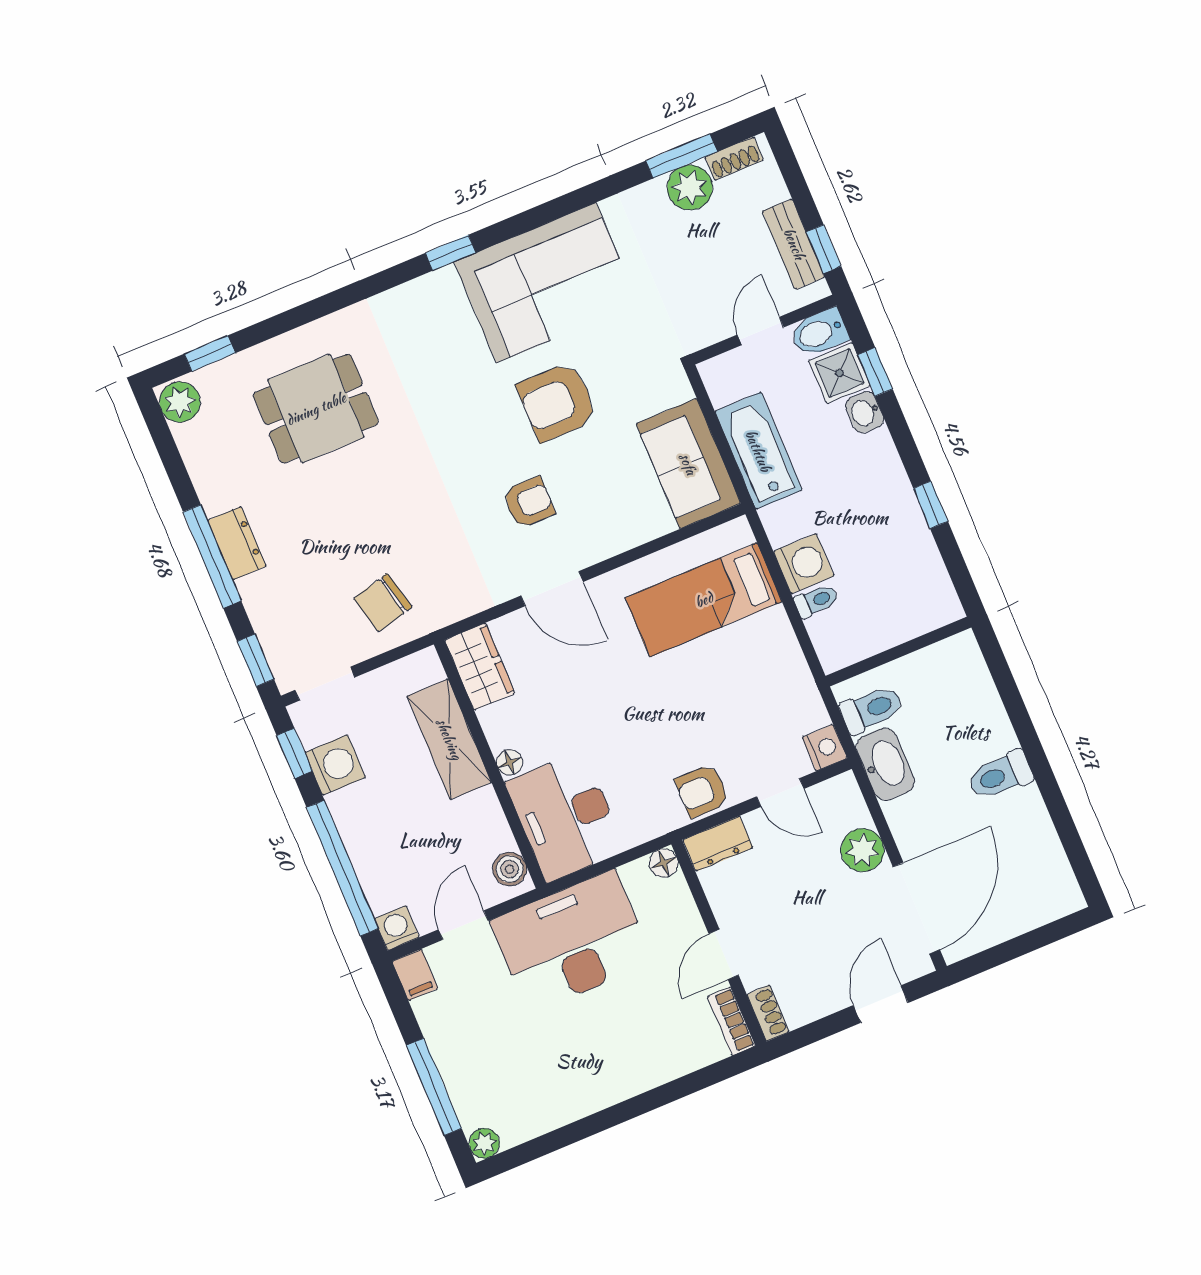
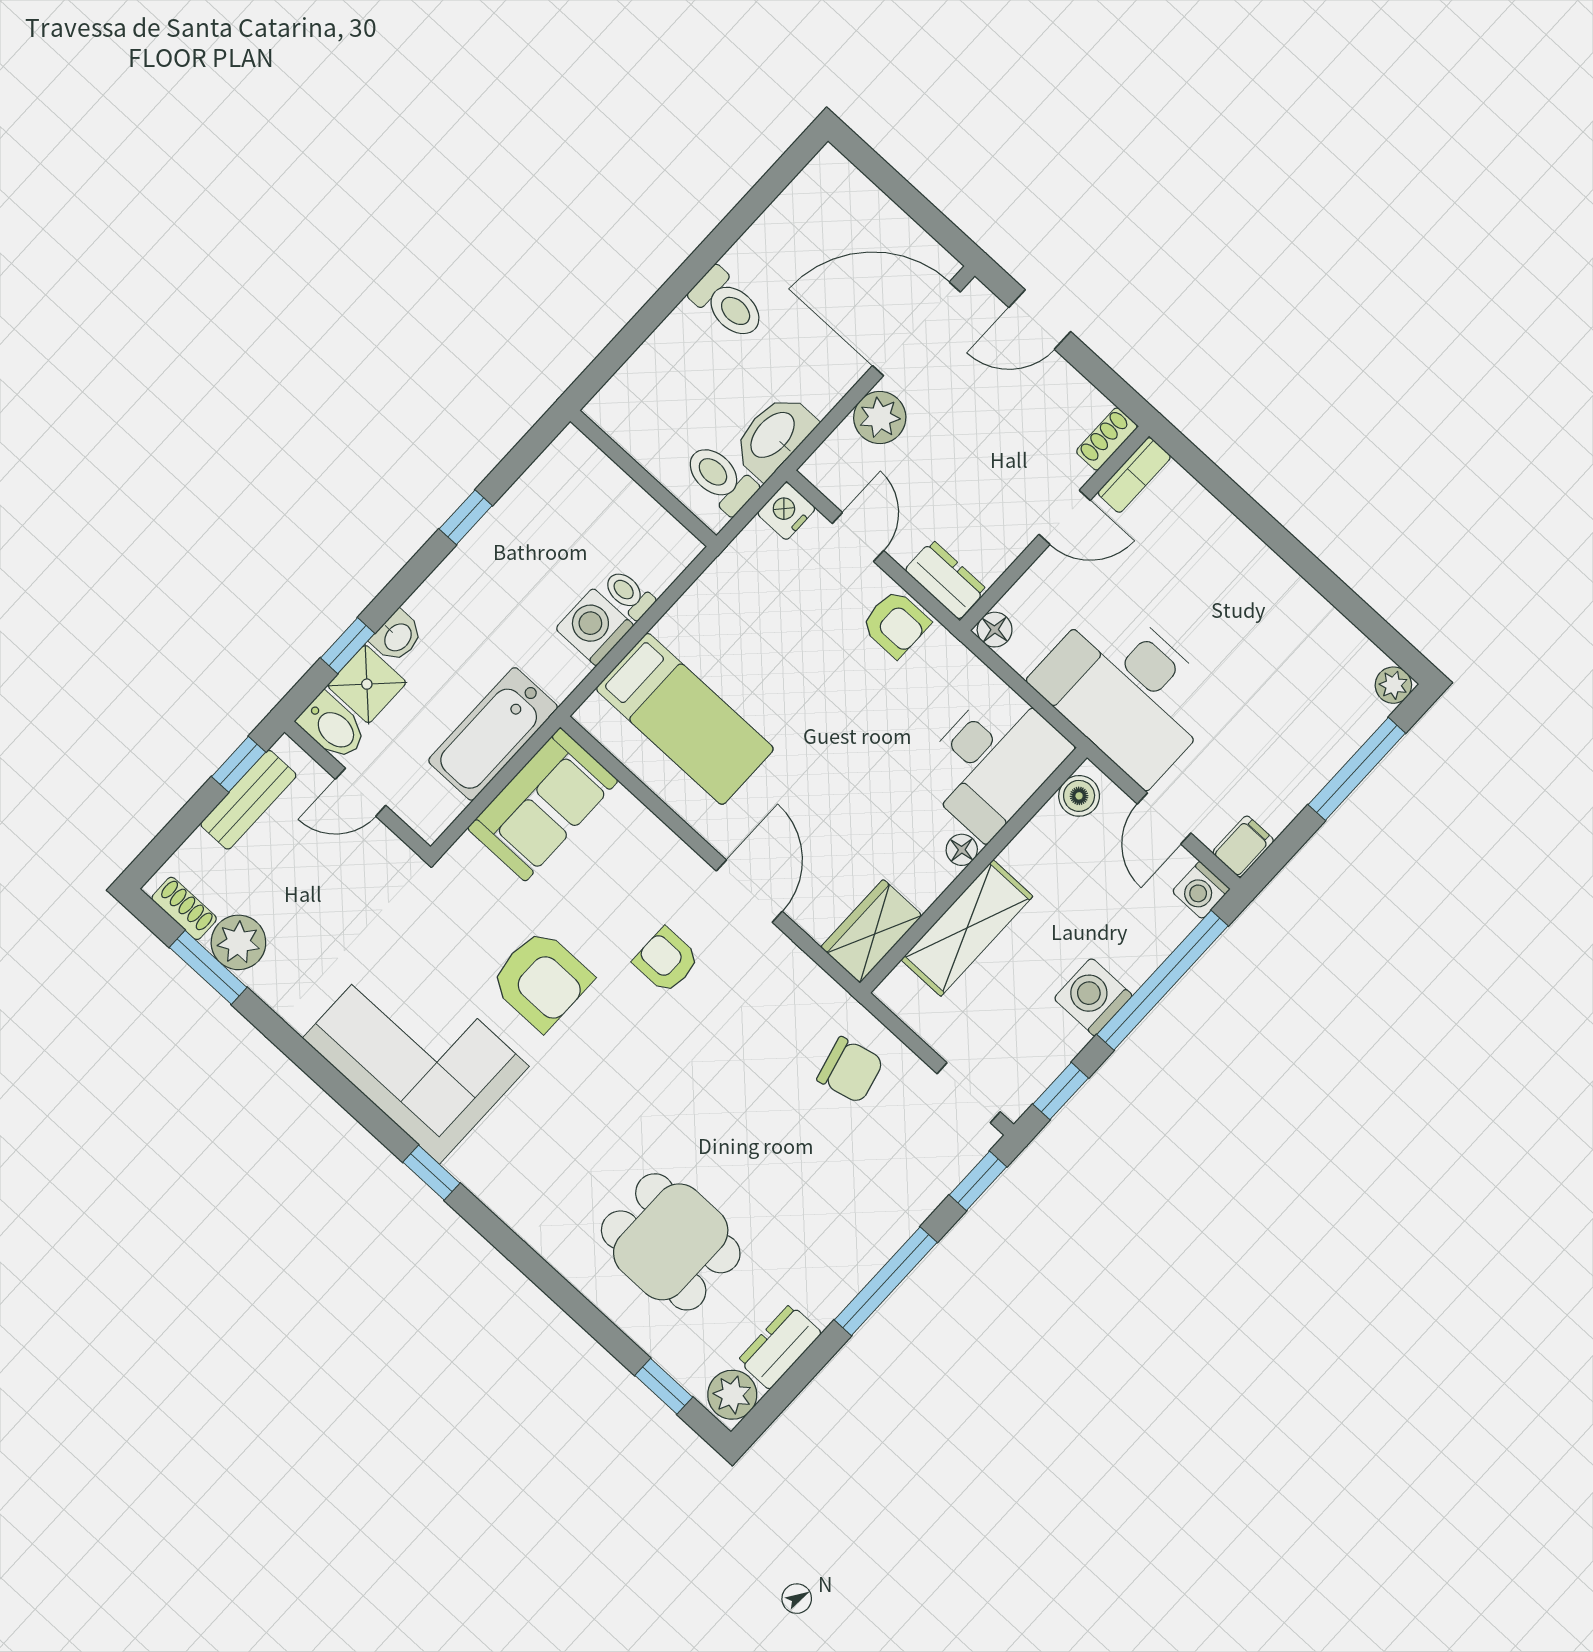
dresser: (237, 543) -> (780, 1347), moved
washing machine: (335, 765) -> (1093, 997), moved
door: (463, 925) -> (1164, 819), hinge flipped

